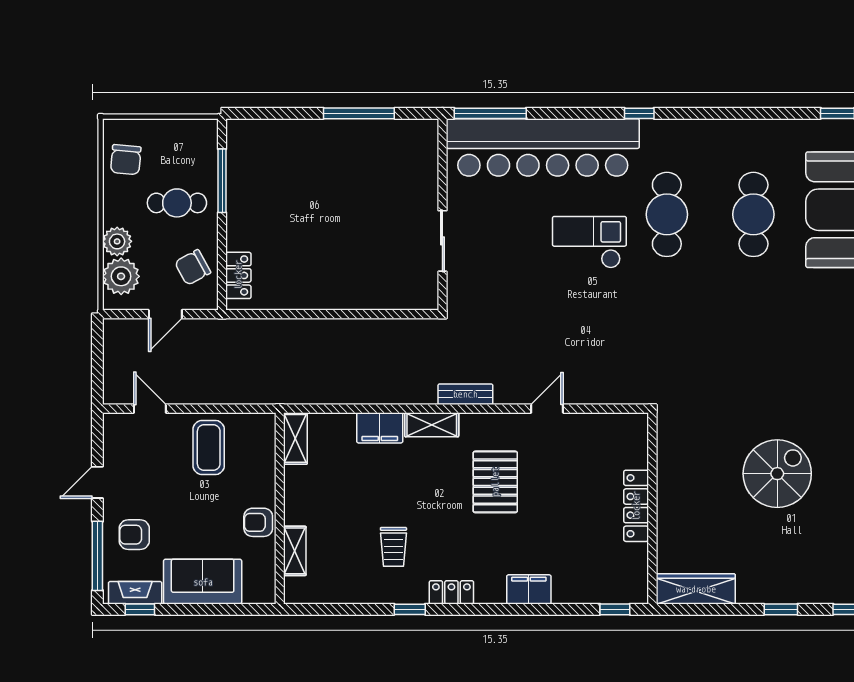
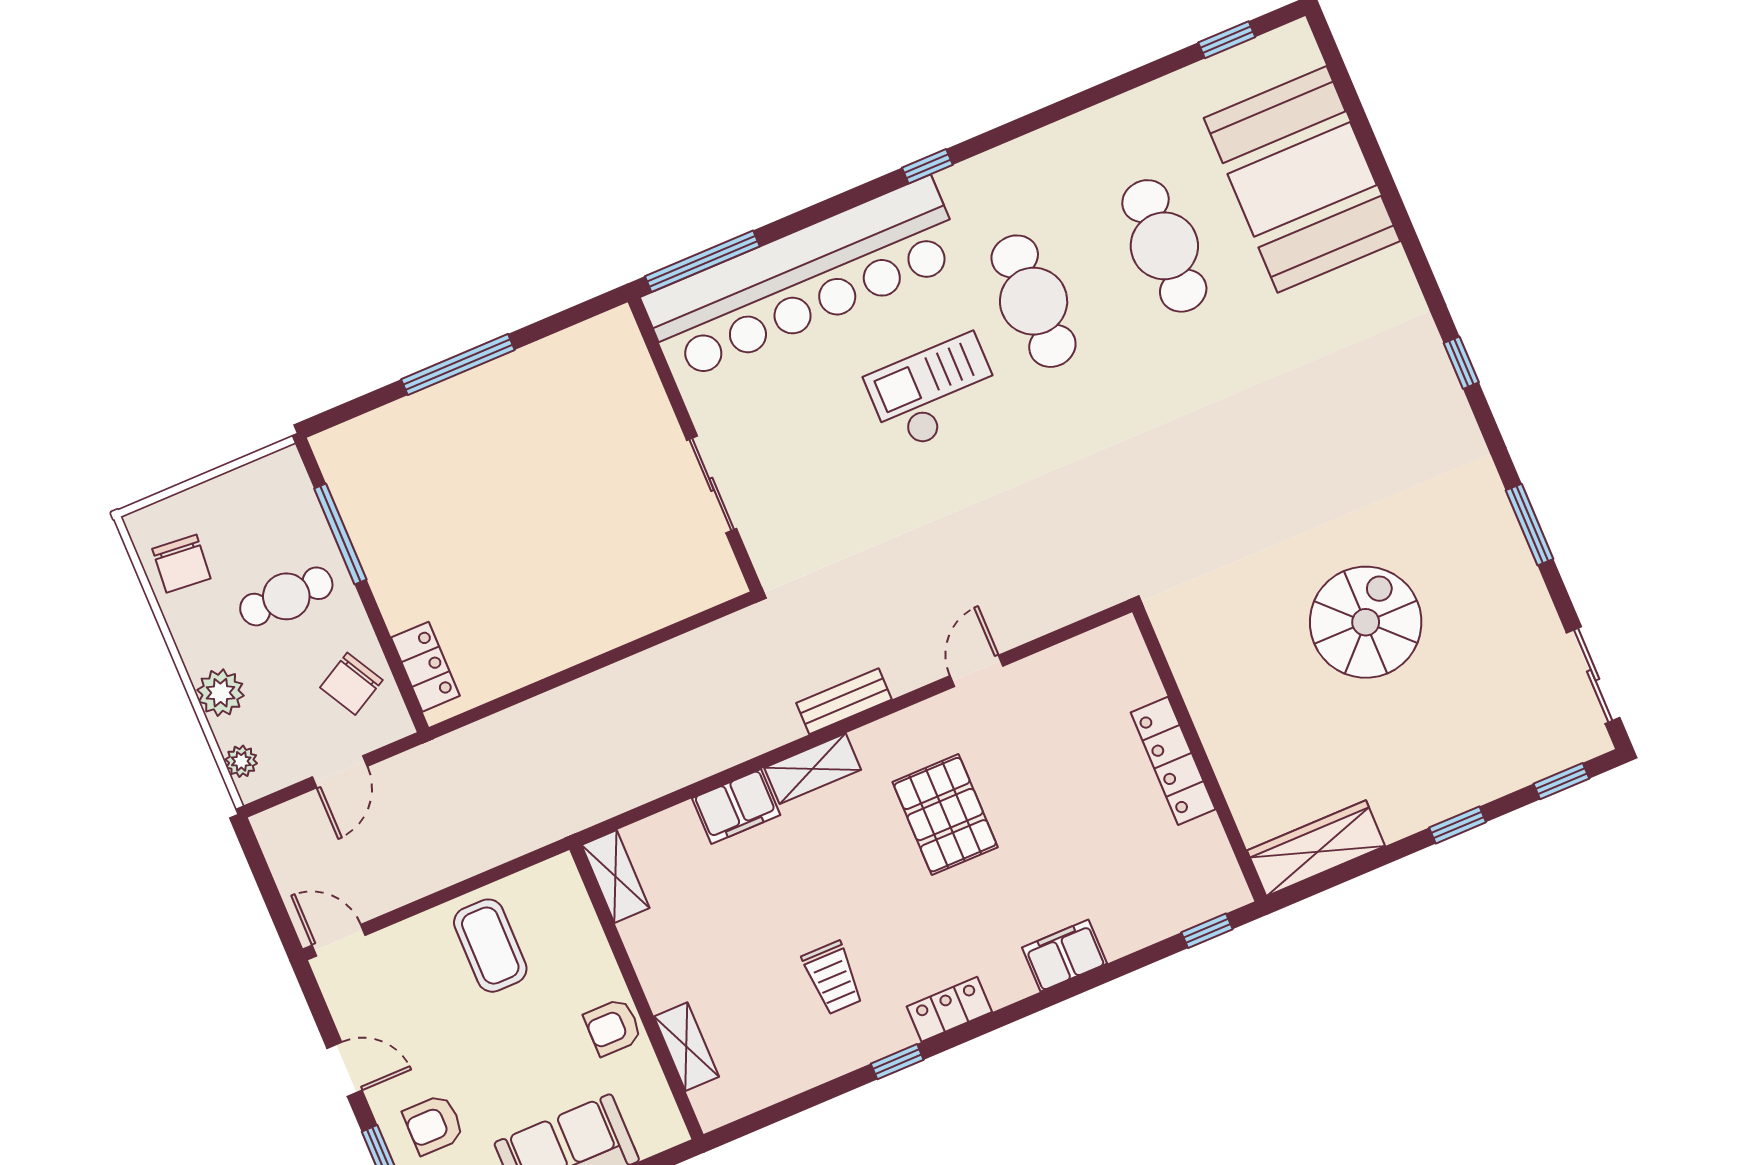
window: (359, 113) -> (458, 365), moved
plant: (121, 276) -> (241, 761), width x0.53, depth x0.53
door: (150, 409) -> (339, 940), moved
door: (97, 482) -> (345, 1069), swing flipped

